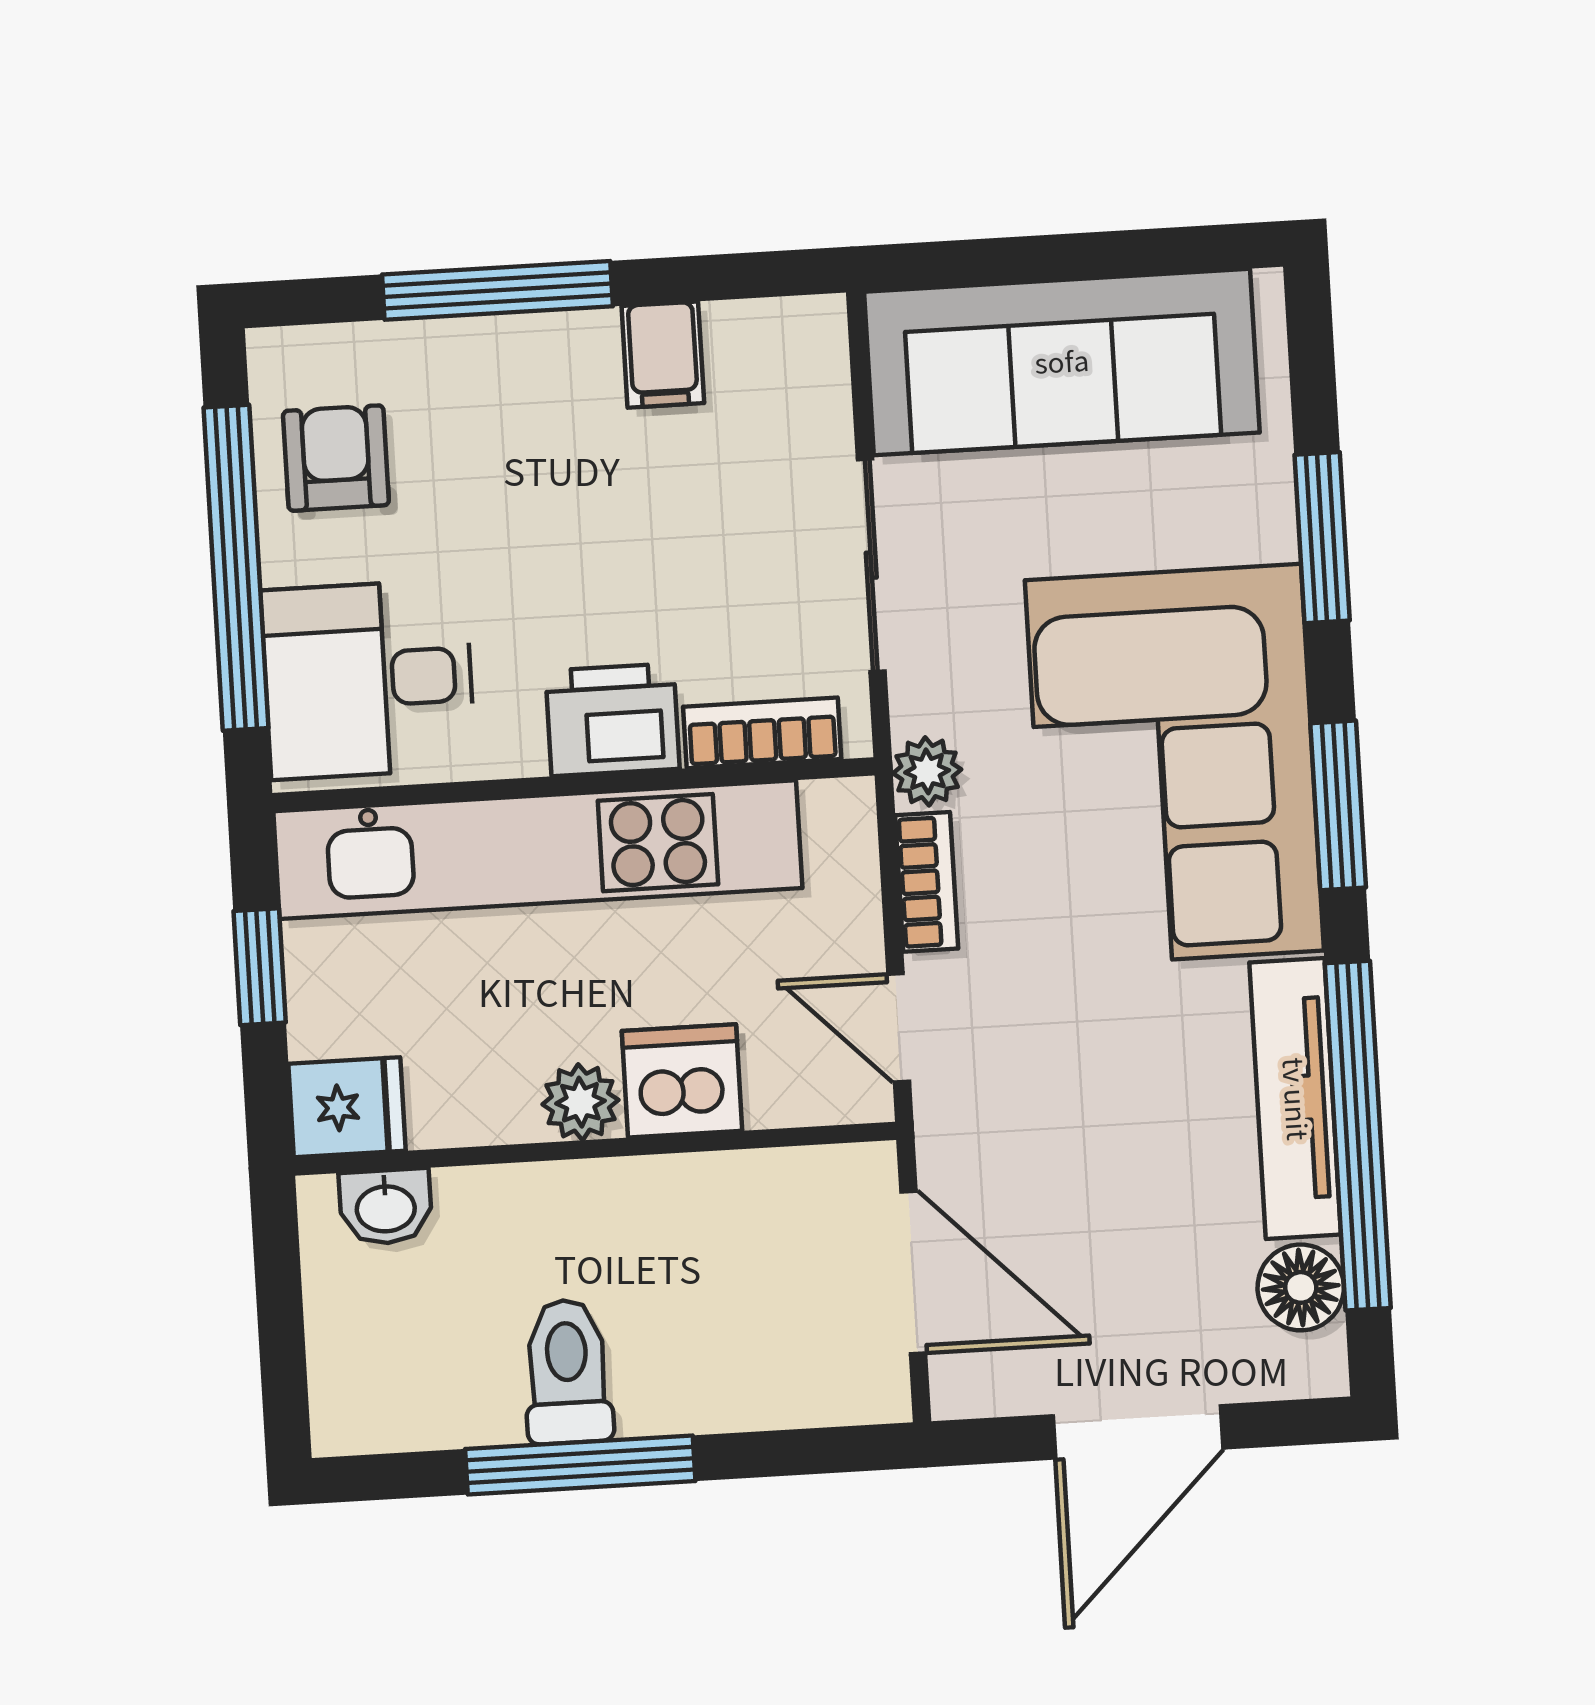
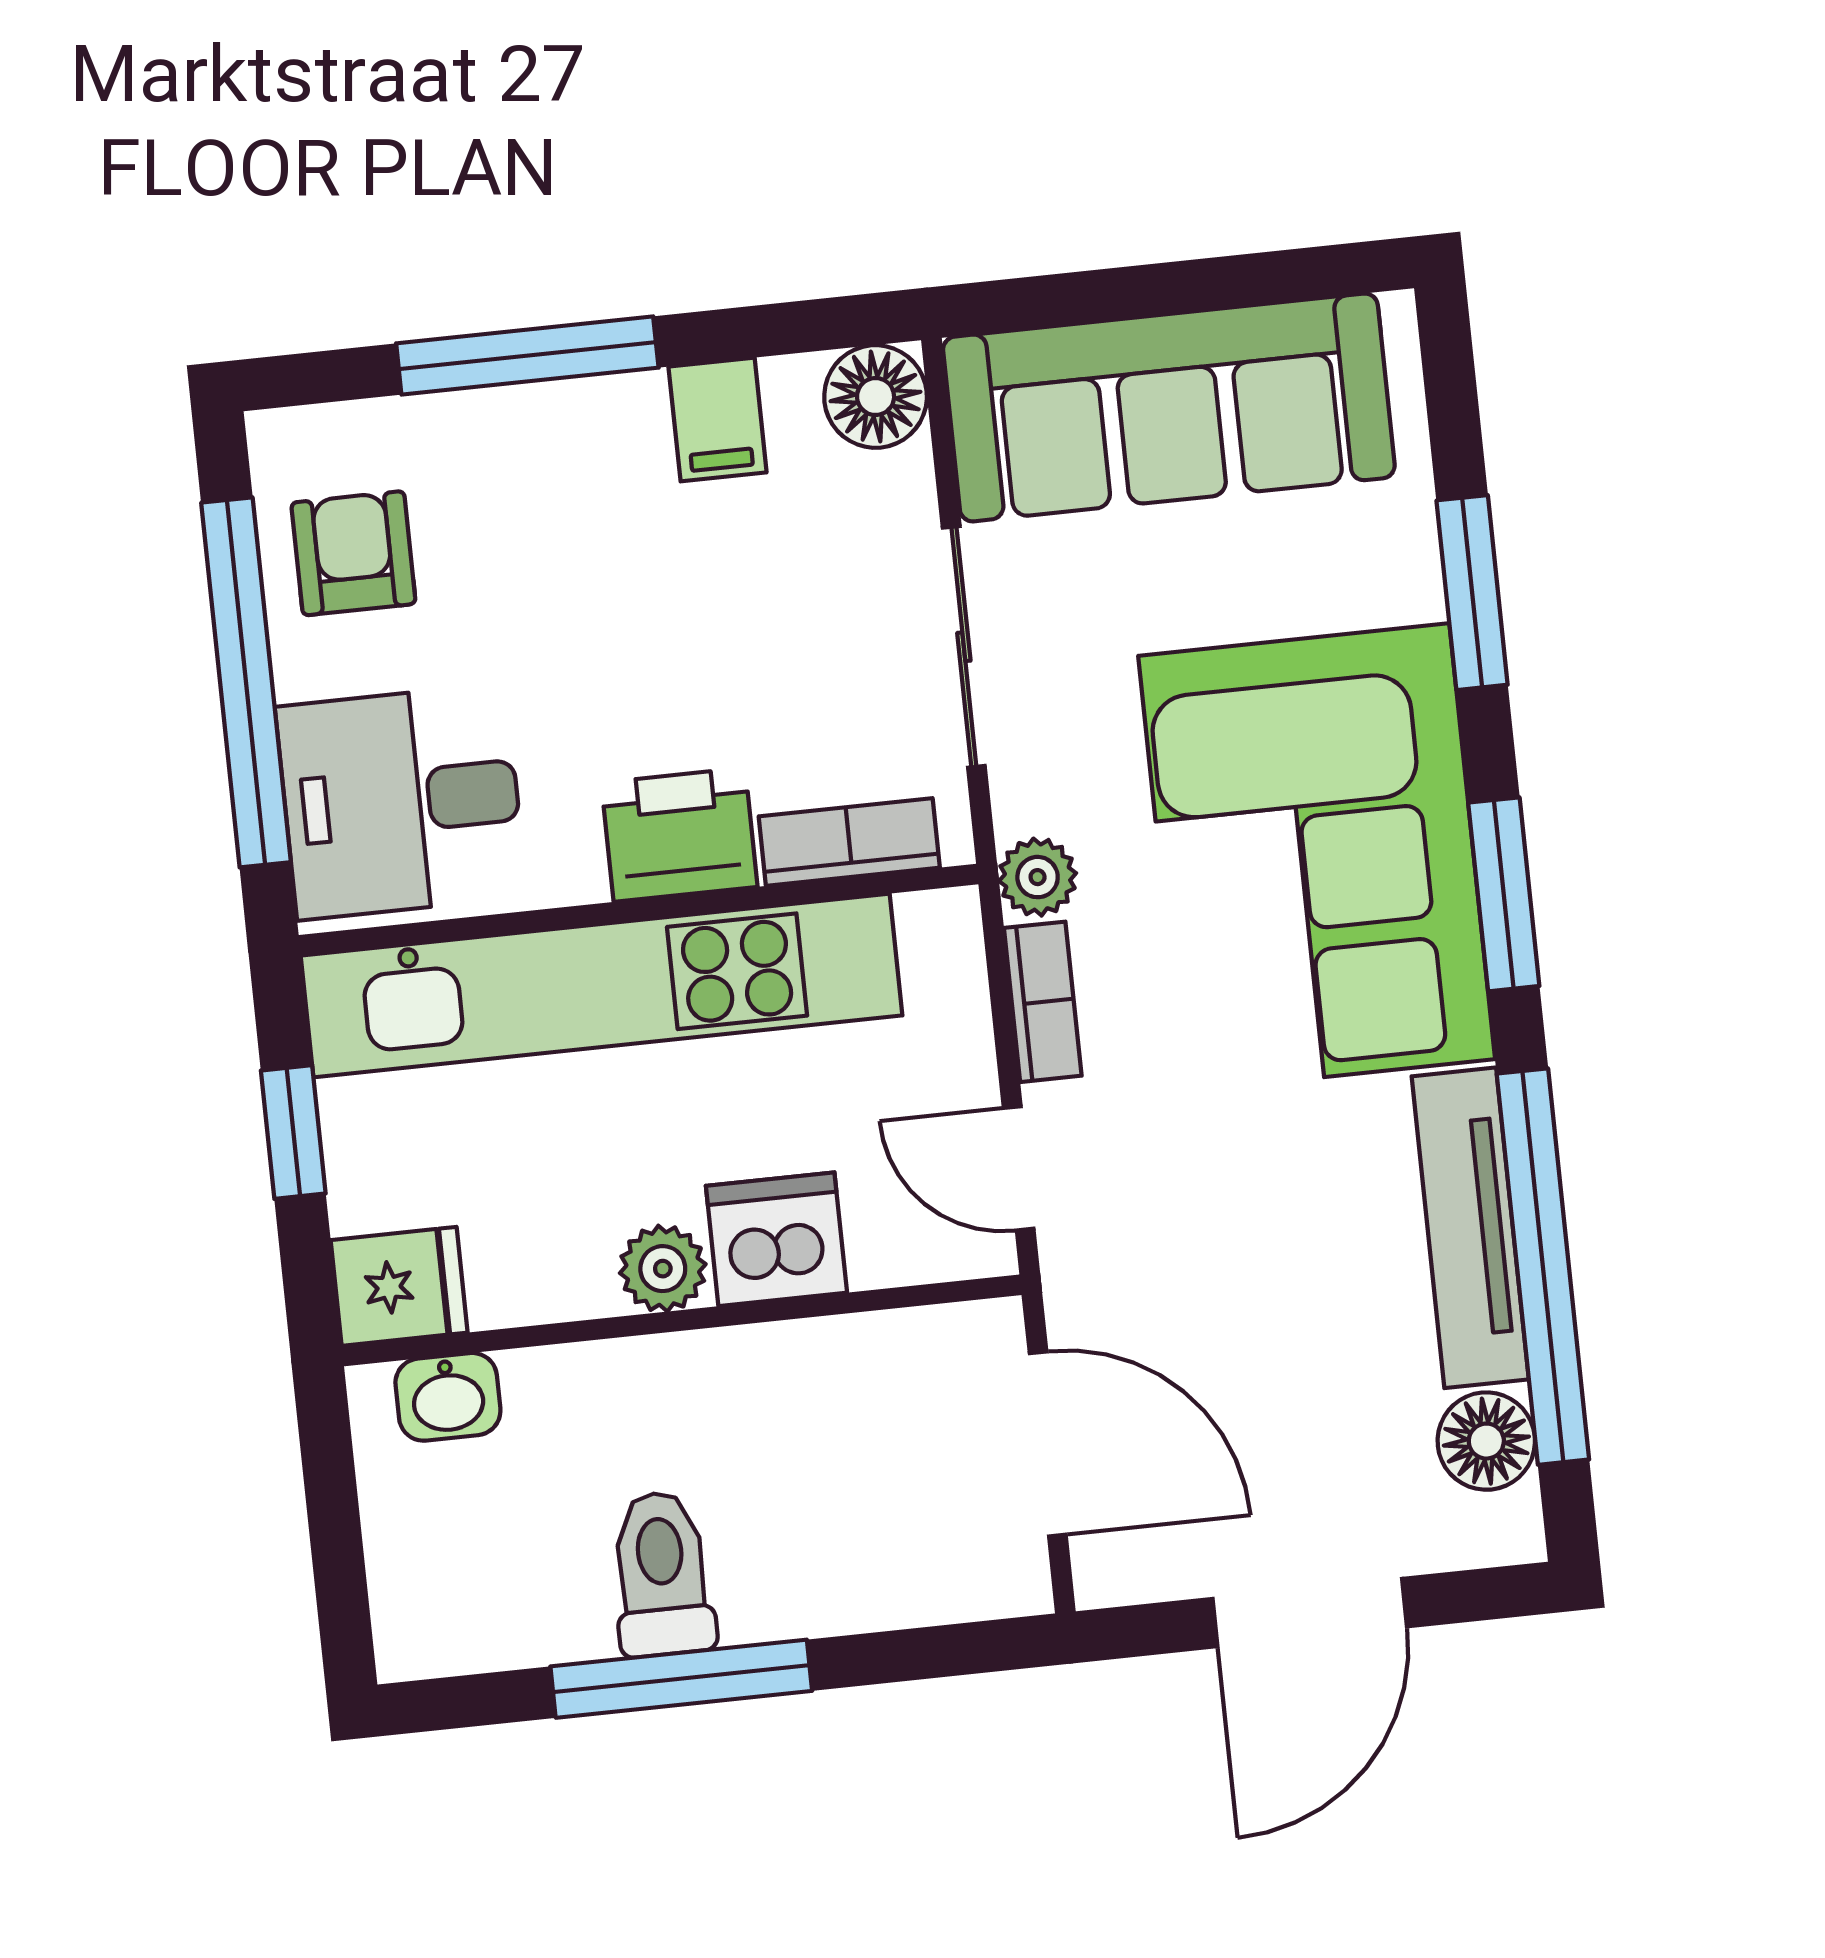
floor lamp: (803, 341) -> (876, 397), added

